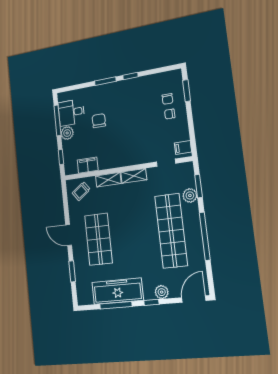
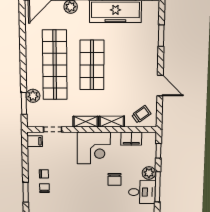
corner desk: (123, 150) -> (94, 148), added
door: (69, 235) -> (160, 85), moved
window: (205, 236) -> (23, 56), removed
shop shelf: (98, 239) -> (92, 65), moved

